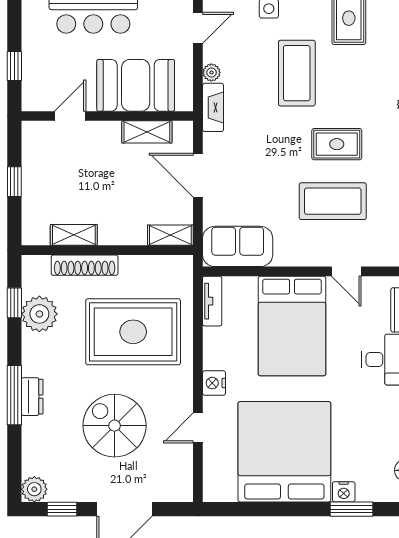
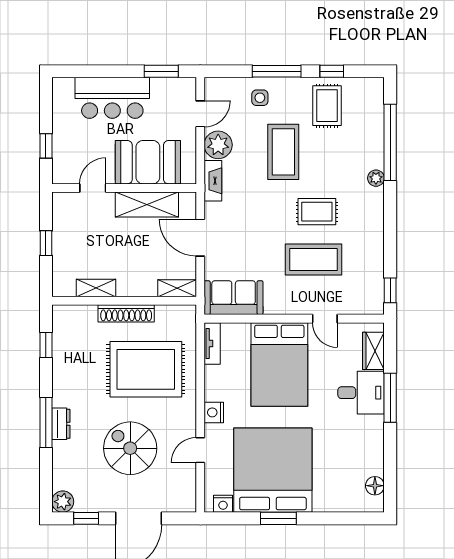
plant: (211, 72) -> (218, 145), width x1.88, depth x1.88
shelving: (147, 132) -> (147, 205), width x1.50, depth x1.33
shoe rack: (85, 265) -> (126, 313), moved
plant: (39, 314) -> (67, 354), removed
nightstand: (344, 492) -> (223, 504), moved
window: (352, 509) -> (278, 518), moved

